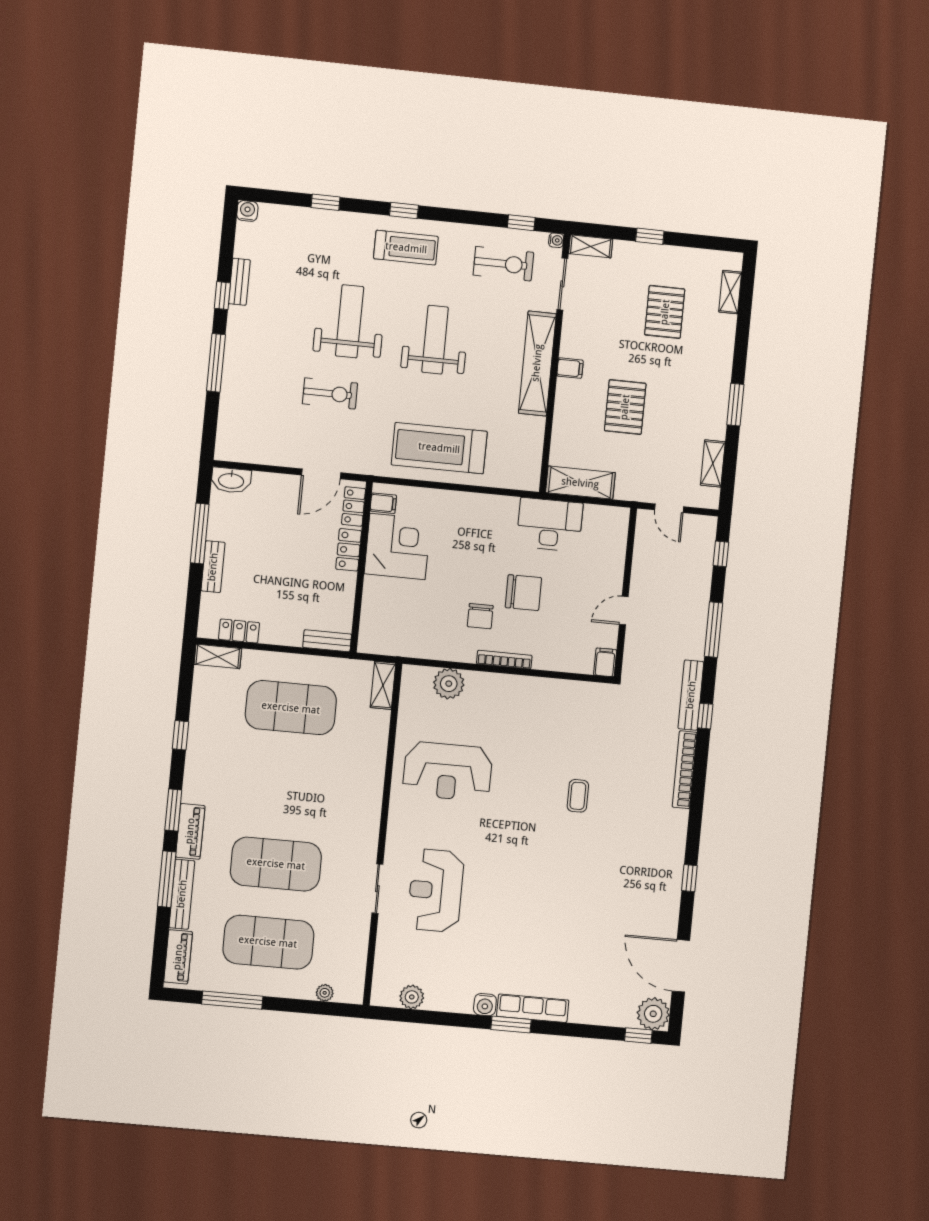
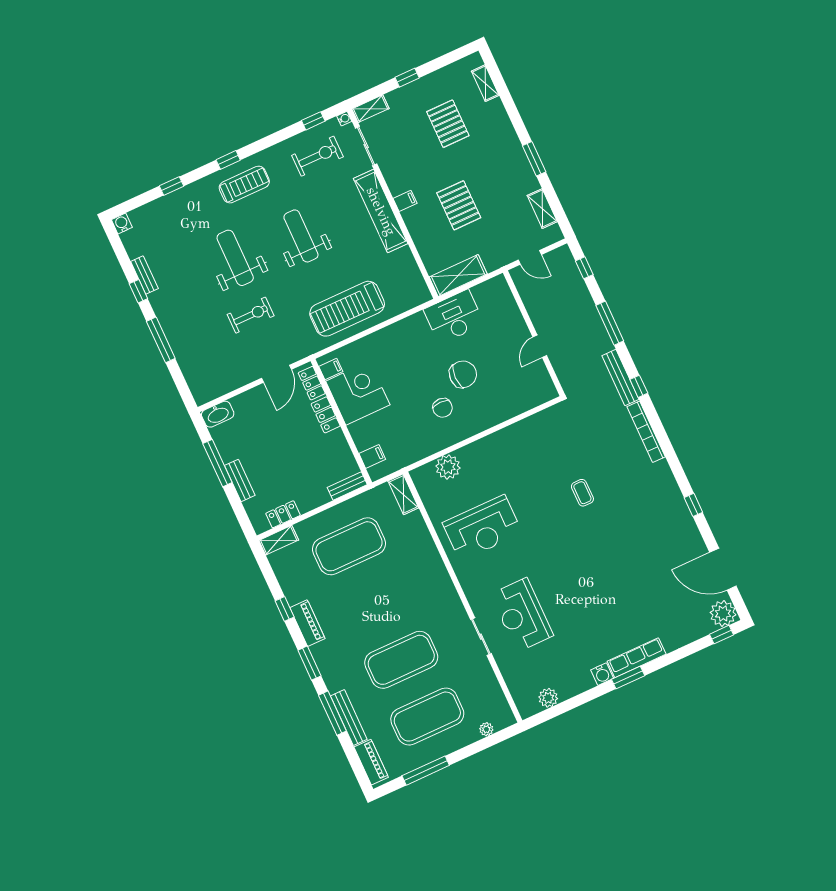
bookcase: (504, 660) -> (477, 428), removed
filing cabinet: (605, 662) -> (372, 456), moved, turned 90
piano: (190, 831) -> (307, 623), moved

